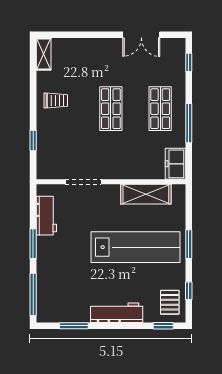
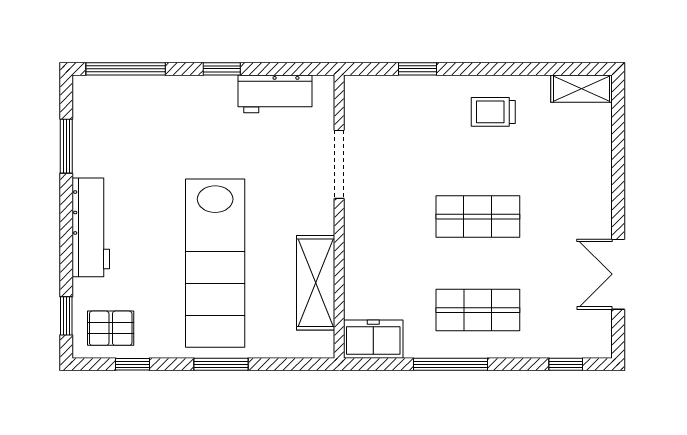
trolley: (56, 101) -> (493, 112), turned 90
window: (33, 244) -> (222, 69), width x0.67

